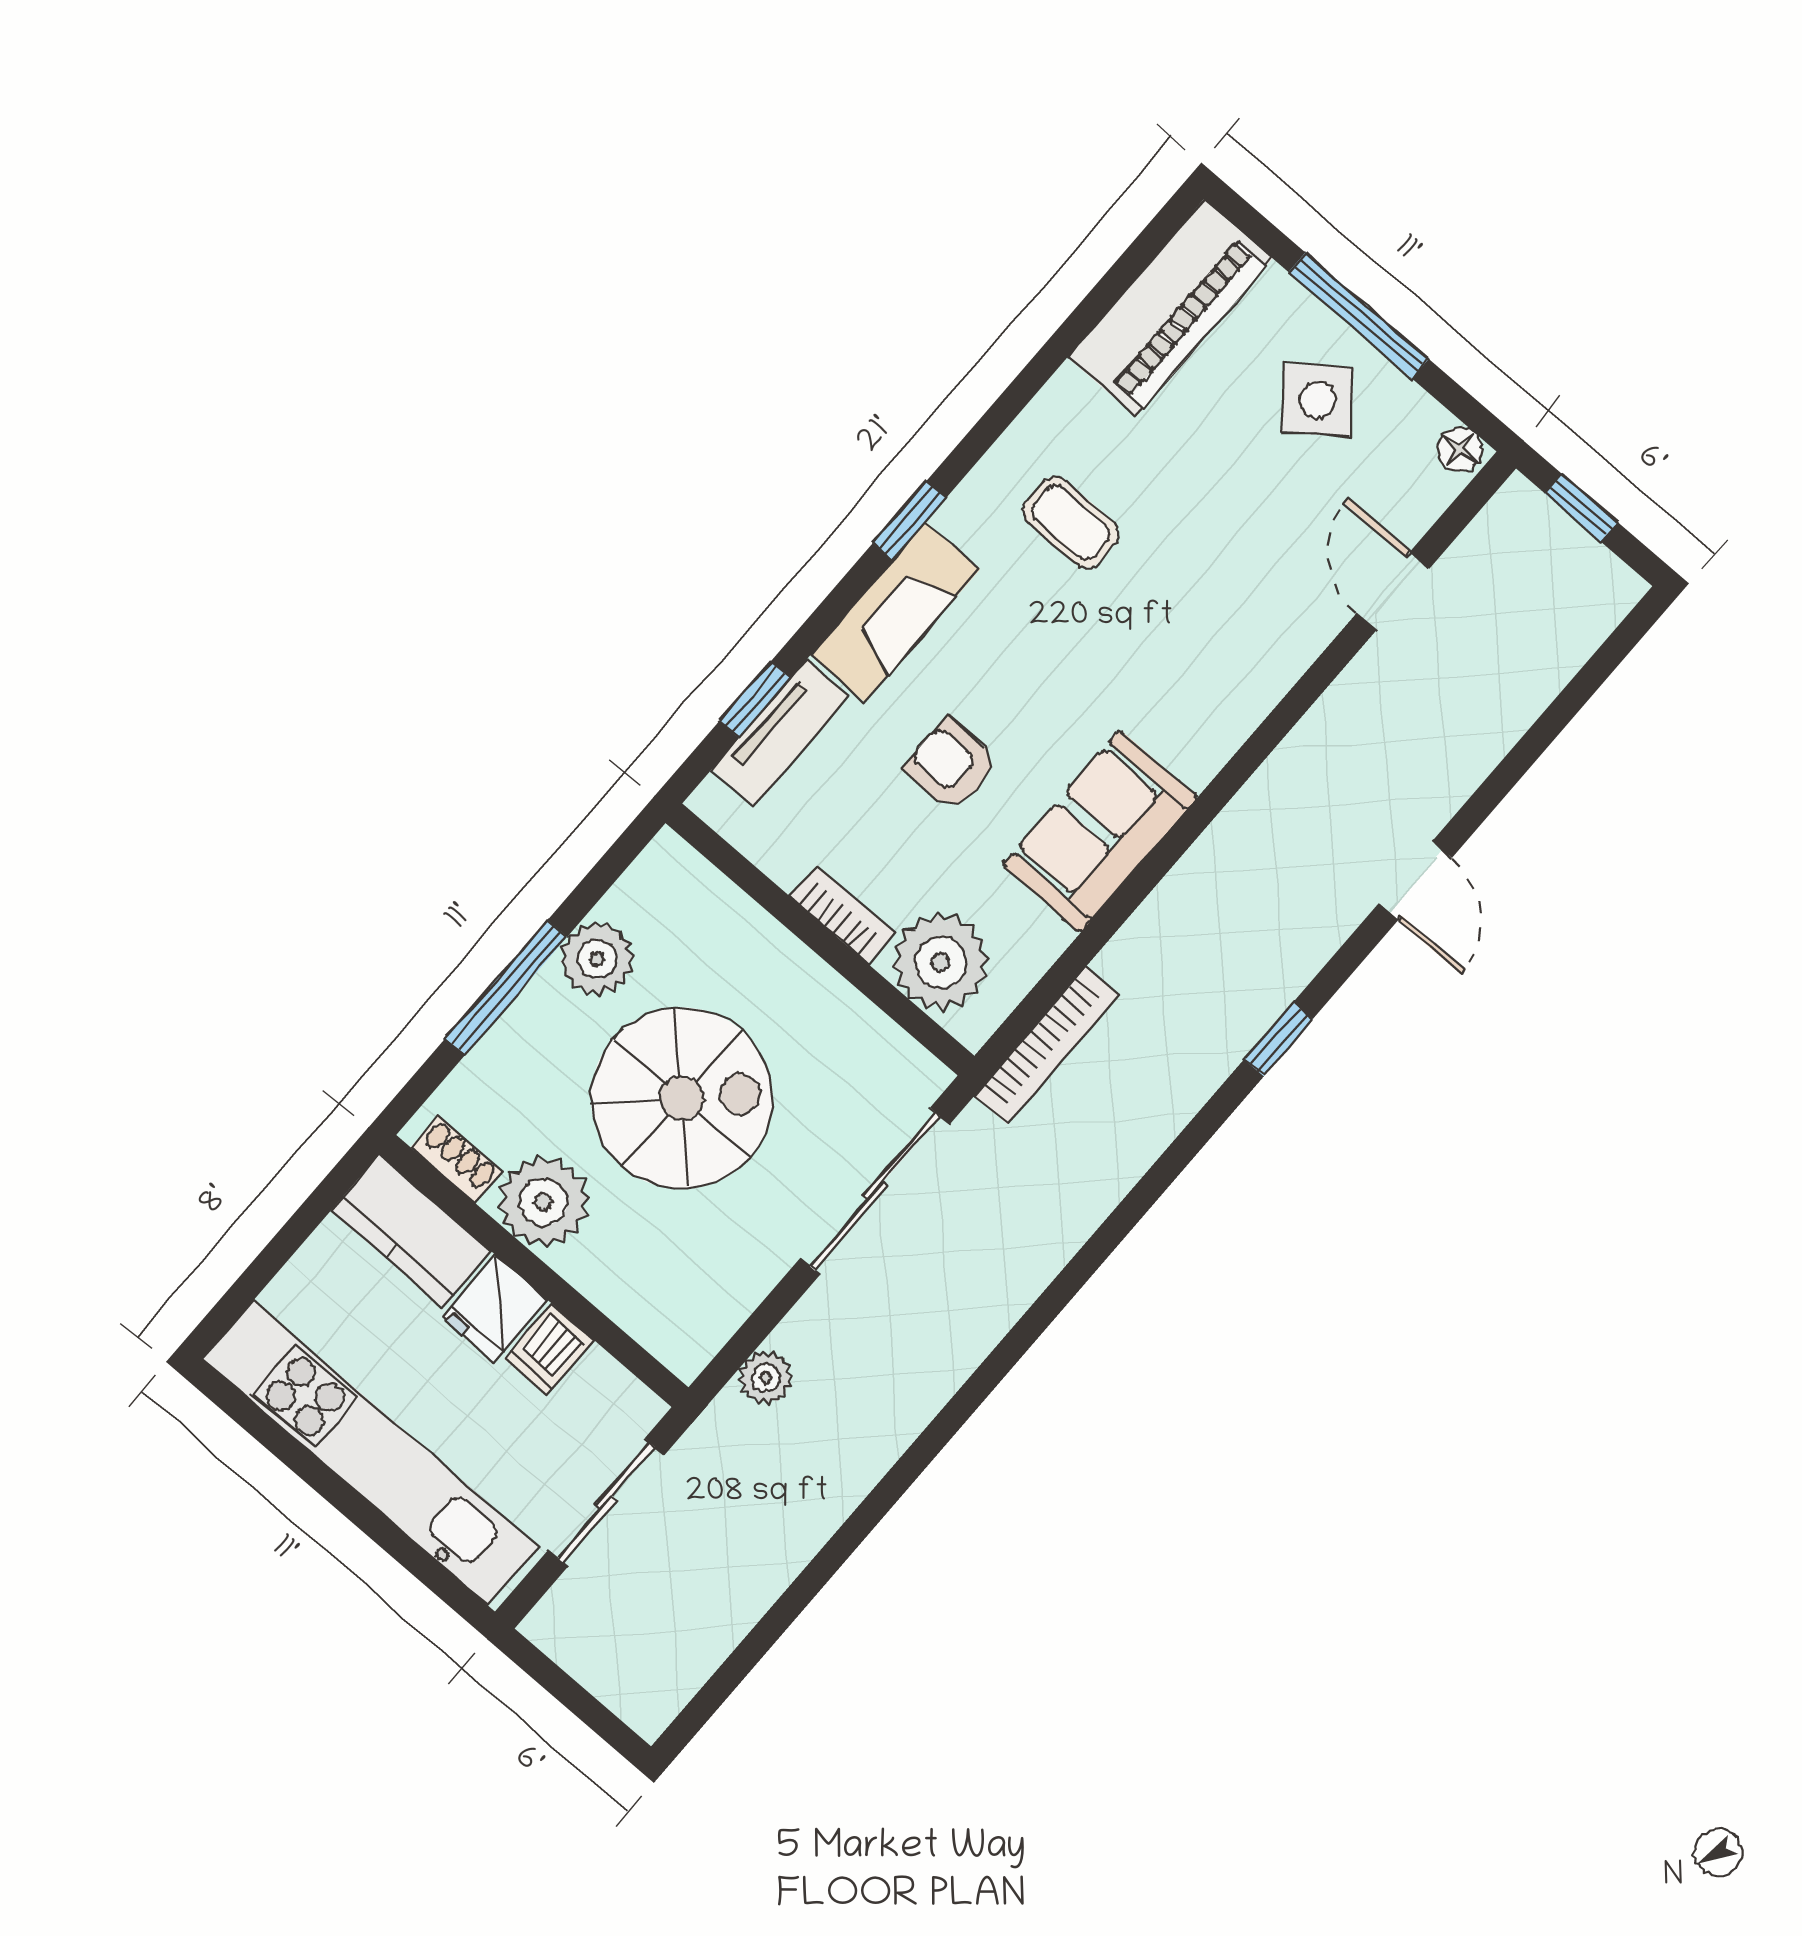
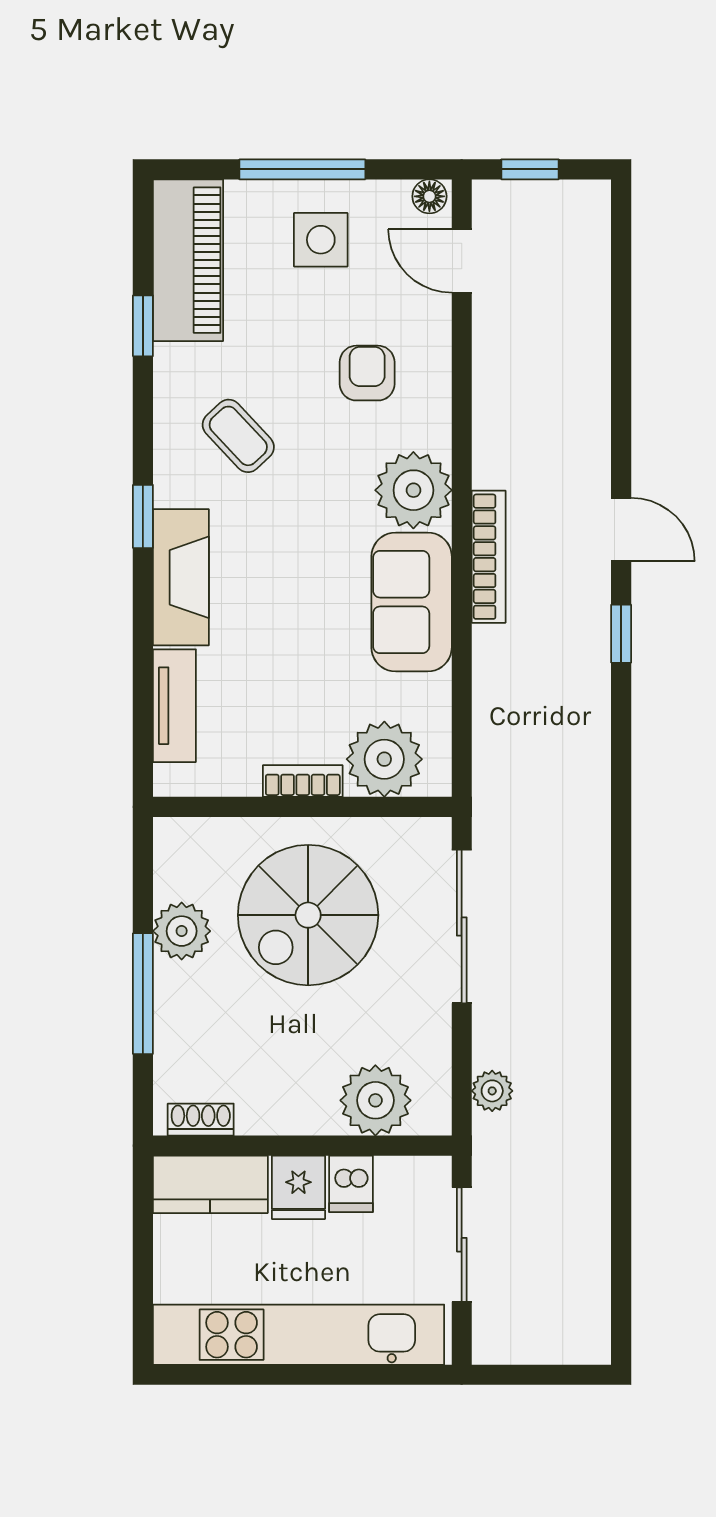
side table: (1317, 400) -> (321, 240), turned 38
coffee table: (1071, 522) -> (238, 436), turned 47
door: (1393, 591) -> (462, 261), moved
window: (755, 700) -> (143, 326), moved
plant: (1196, 723) -> (413, 490), added
armchair: (951, 765) -> (367, 373), moved, turned 90
door: (1415, 881) -> (621, 530), moved
bookcase: (1047, 1045) -> (489, 557), moved
spiral stairs: (682, 1098) -> (308, 915), moved, turned 180
plant: (543, 1202) -> (375, 1100), moved

